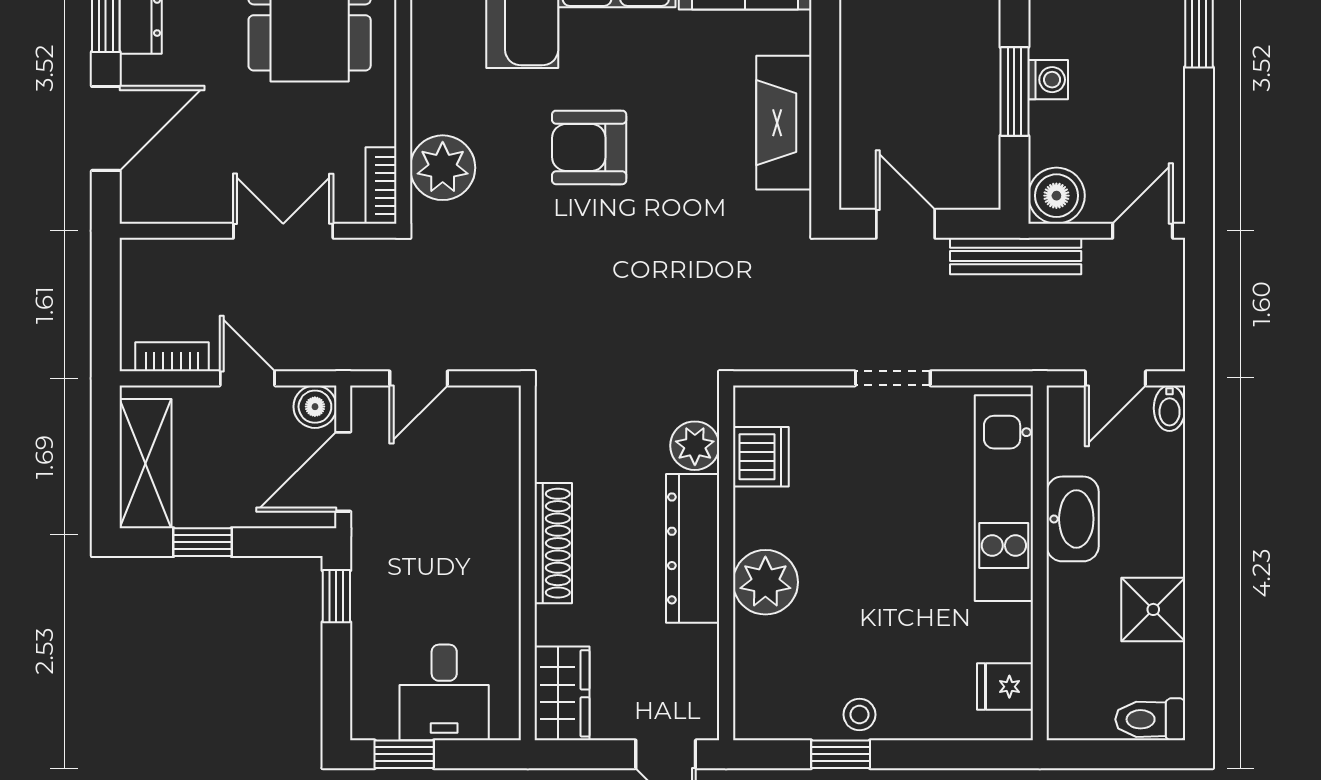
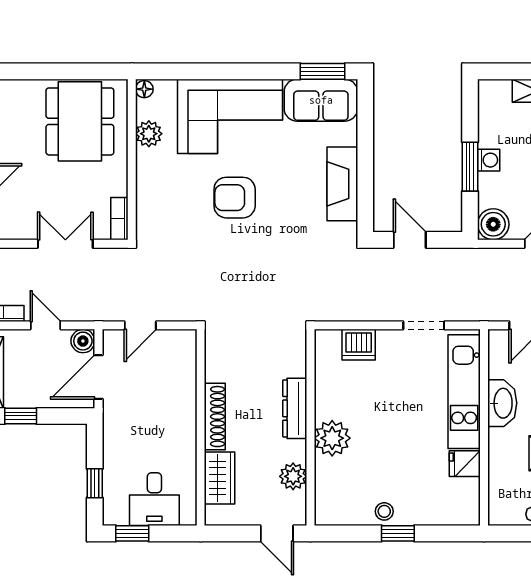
plant: (443, 168) -> (149, 134), moved, width x0.73, depth x0.73
bench: (1016, 256) -> (471, 258), removed
doorway: (893, 378) -> (424, 325), moved
plant: (695, 446) -> (293, 476), moved
dishwasher: (761, 457) -> (359, 345), moved, turned 90
dresser: (693, 548) -> (295, 408), width x0.73, depth x0.80
window: (336, 596) -> (95, 483), moved
fridge: (1005, 687) -> (465, 464), moved
wardrobe: (562, 693) -> (220, 478), moved
window: (841, 754) -> (398, 533), moved

